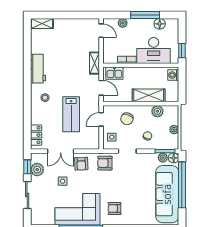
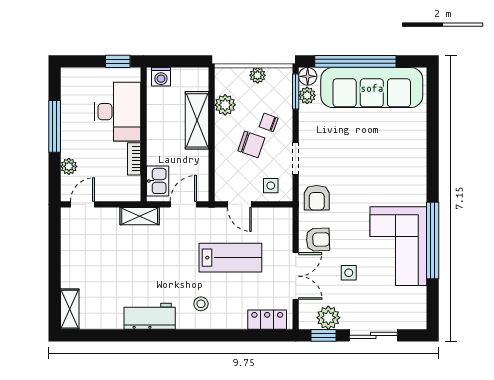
floor lamp: (160, 24) -> (70, 101), removed
chair: (127, 119) -> (251, 144), moved
armchair: (115, 208) -> (397, 181), removed

